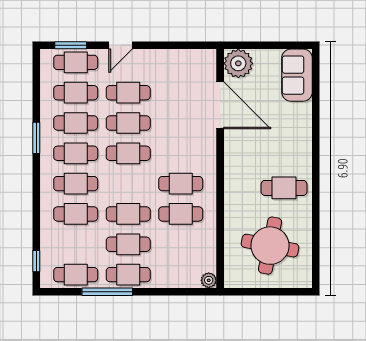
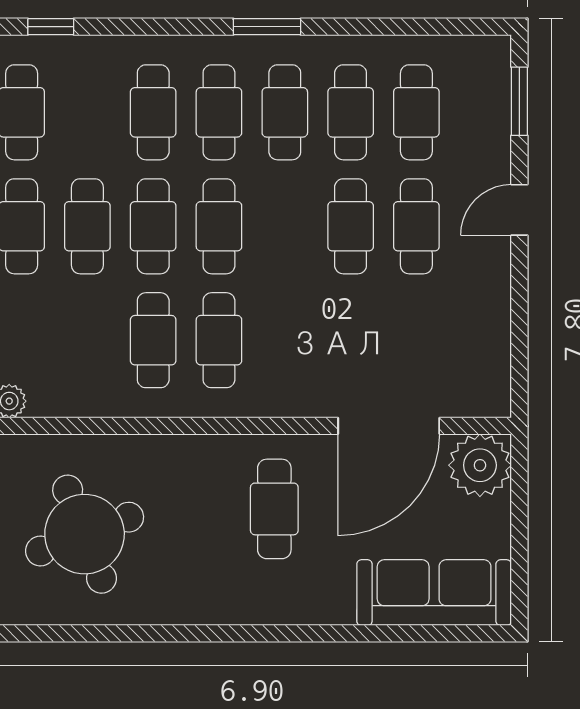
door: (121, 45) -> (519, 210), hinge flipped
cafe table: (76, 62) -> (482, 112), removed
sofa: (297, 75) -> (434, 593), width x1.36
window: (36, 138) -> (267, 27), moved
cafe table: (128, 153) -> (219, 226), moved
cafe table: (284, 188) -> (274, 509), moved
round table: (270, 246) -> (85, 534), turned -32

